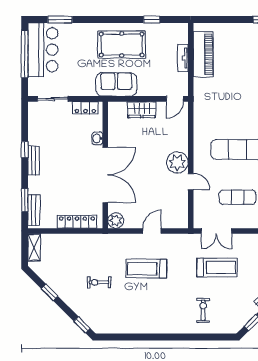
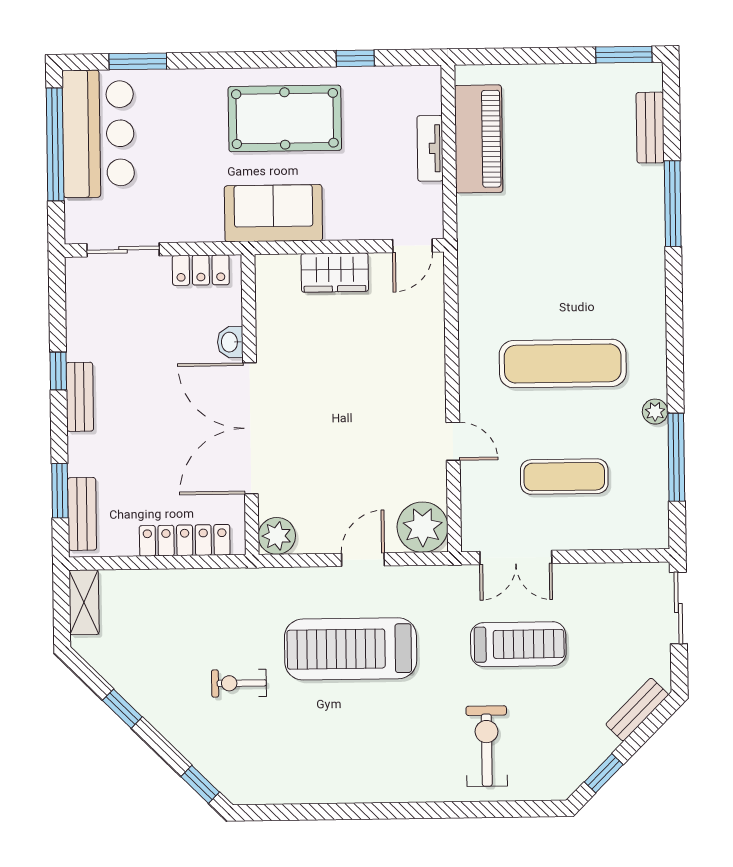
plant: (177, 162) -> (423, 527), moved
double door: (105, 175) -> (250, 428), swing flipped
treadmill: (146, 269) -> (351, 649), width x1.37, depth x1.38
exercise bike: (203, 310) -> (487, 746), width x1.38, depth x1.39

